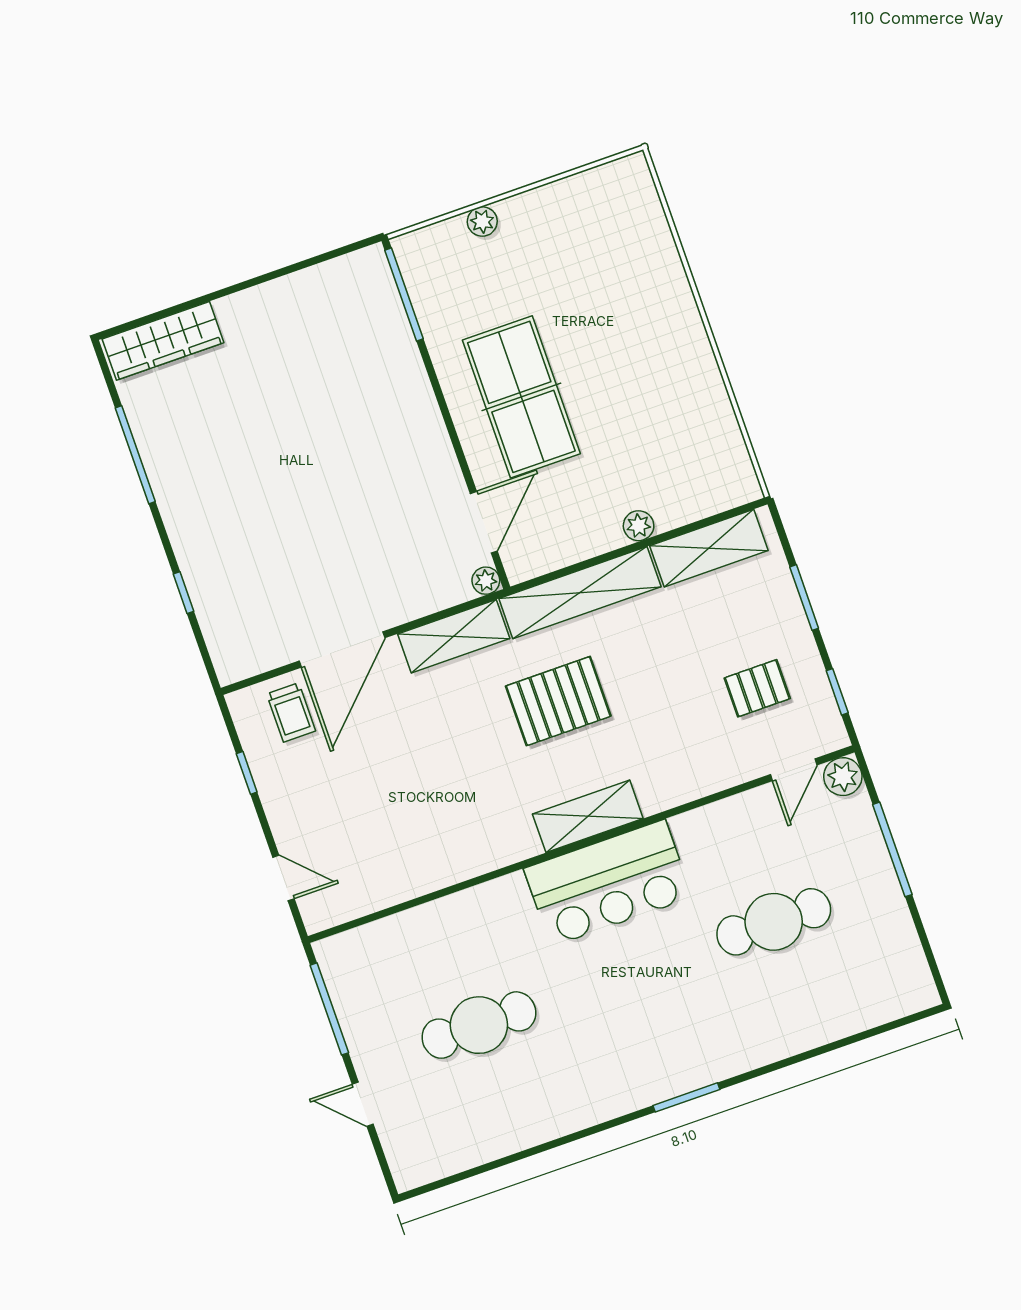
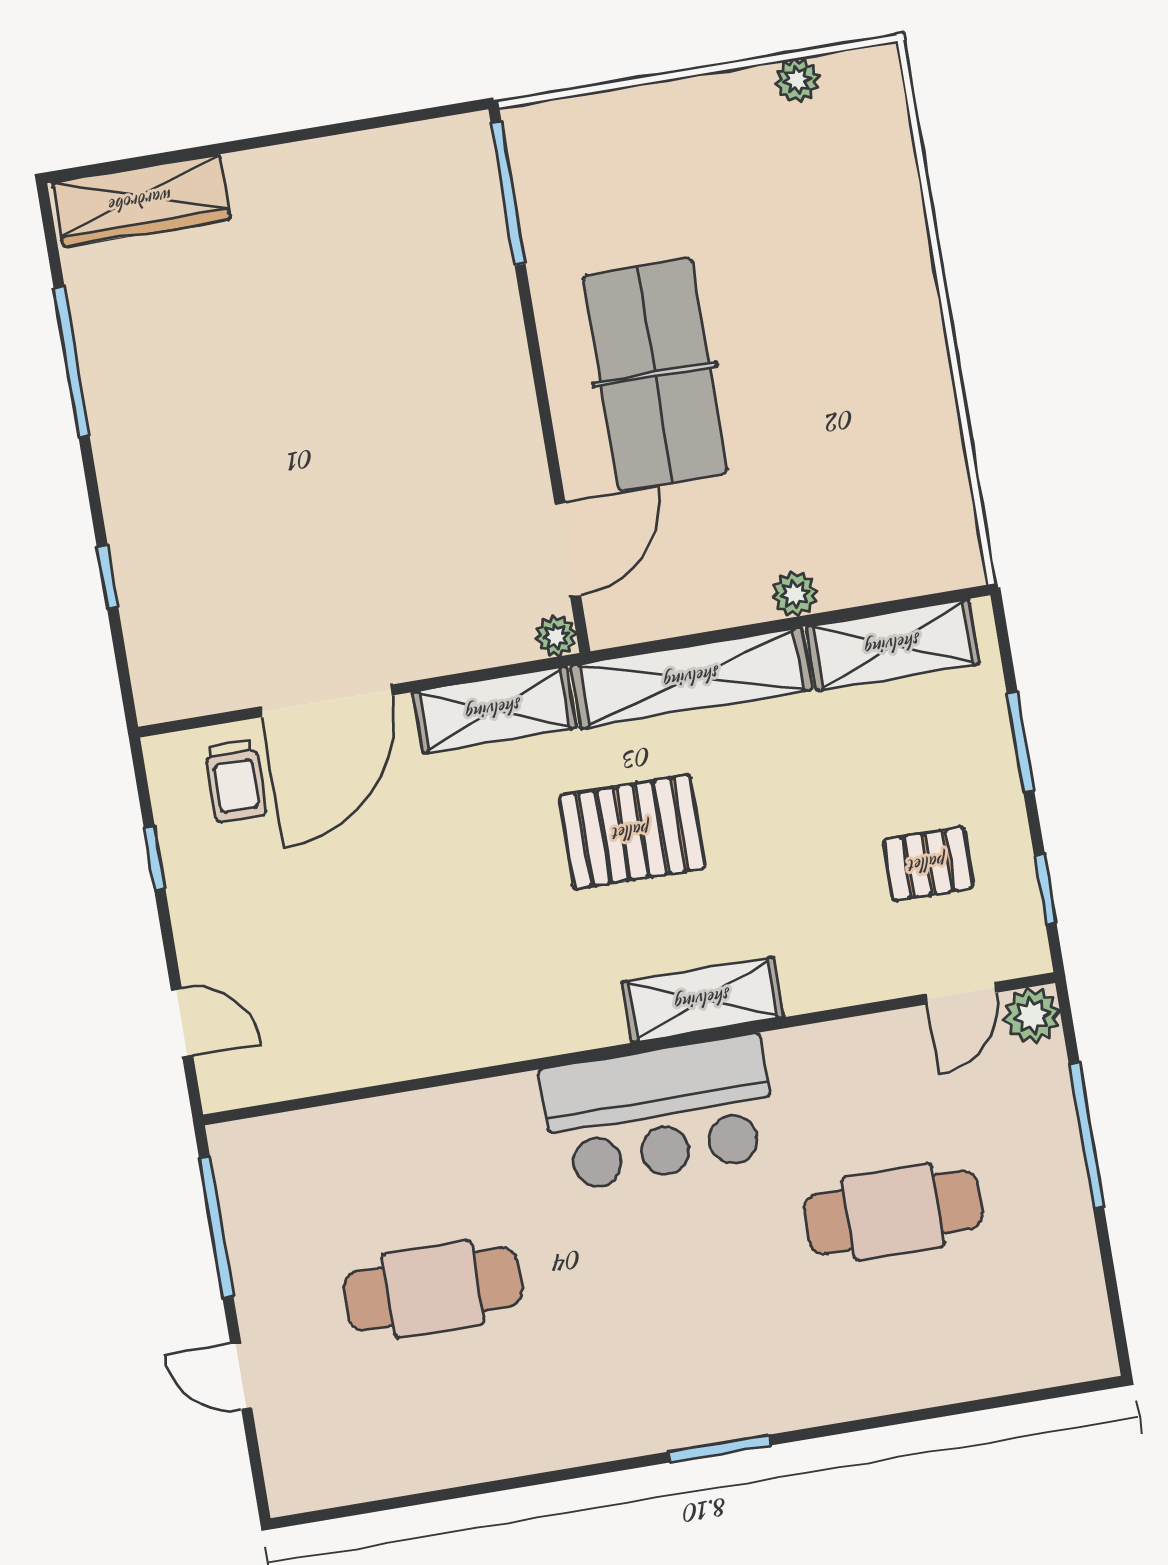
plant: (482, 221) -> (797, 80), moved
shelving: (588, 816) -> (703, 1000), moved

